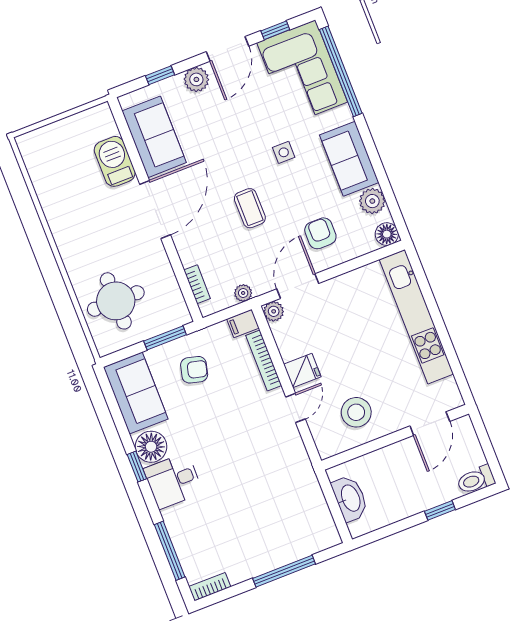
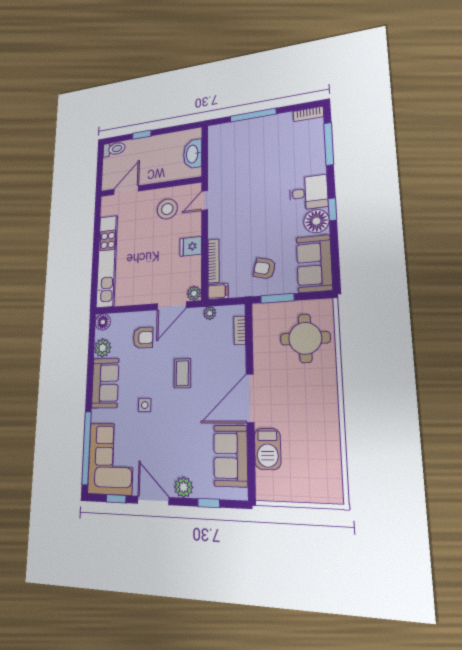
door: (227, 49) -> (153, 500), hinge flipped
armchair: (320, 233) -> (143, 338), turned -90
door: (295, 408) -> (205, 201), moved

